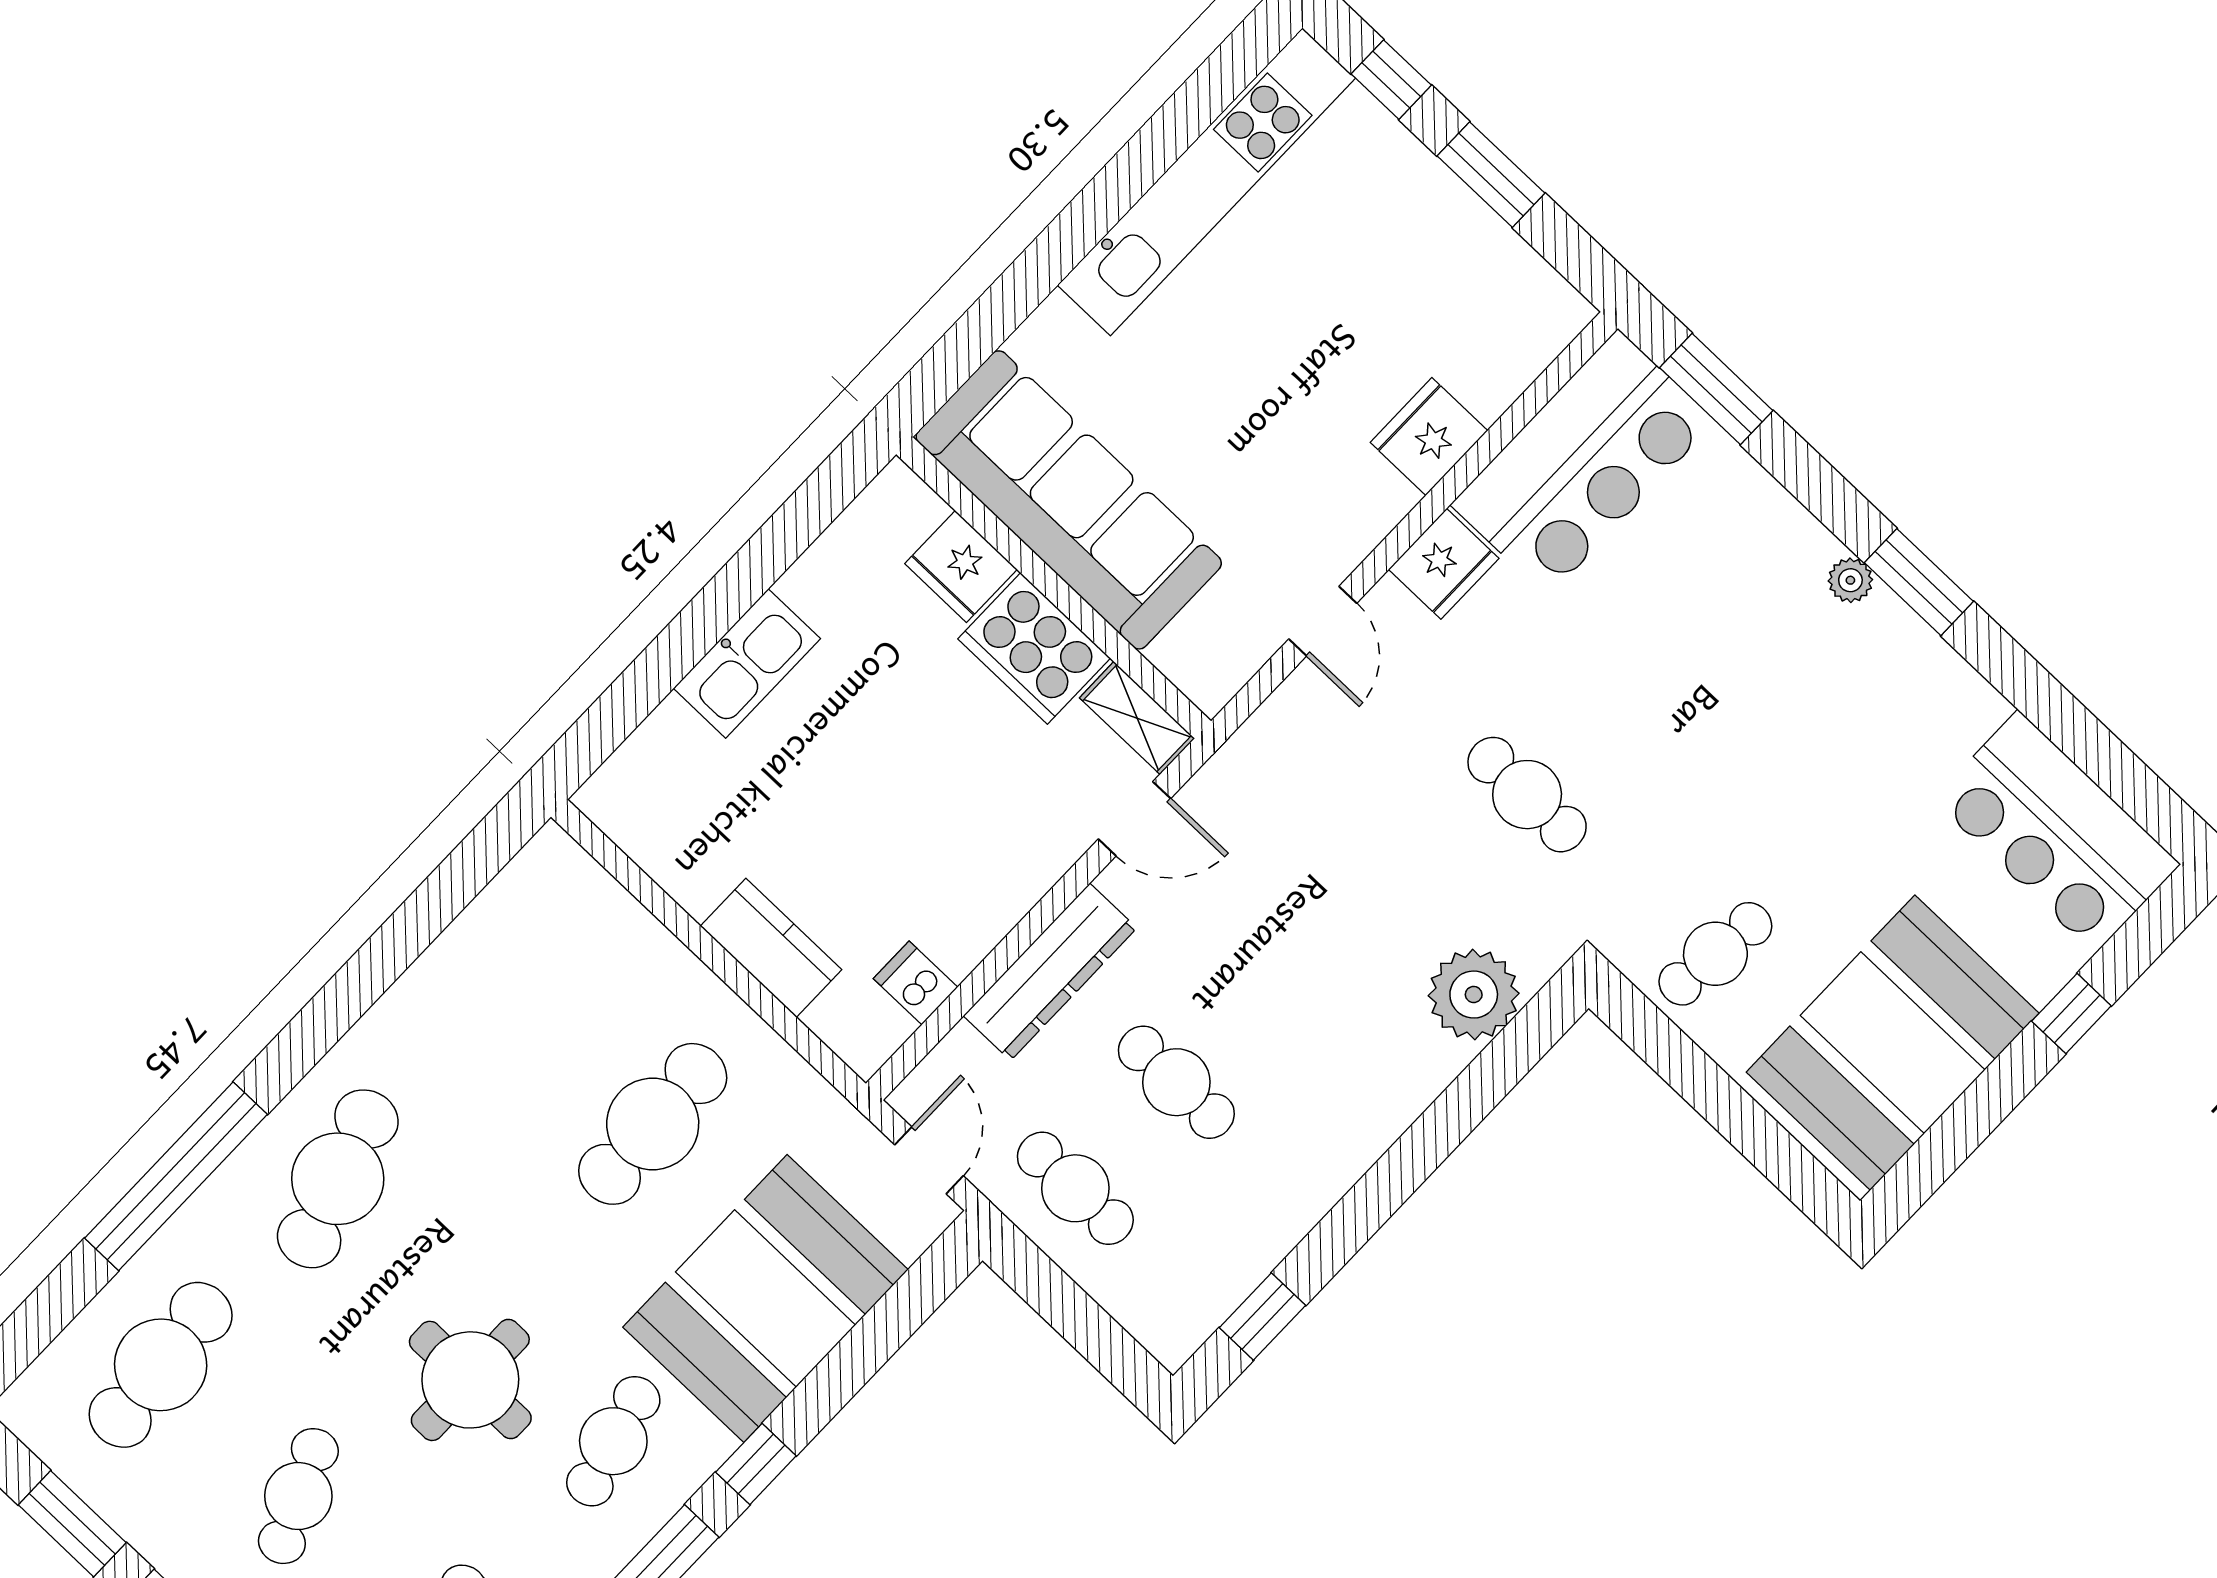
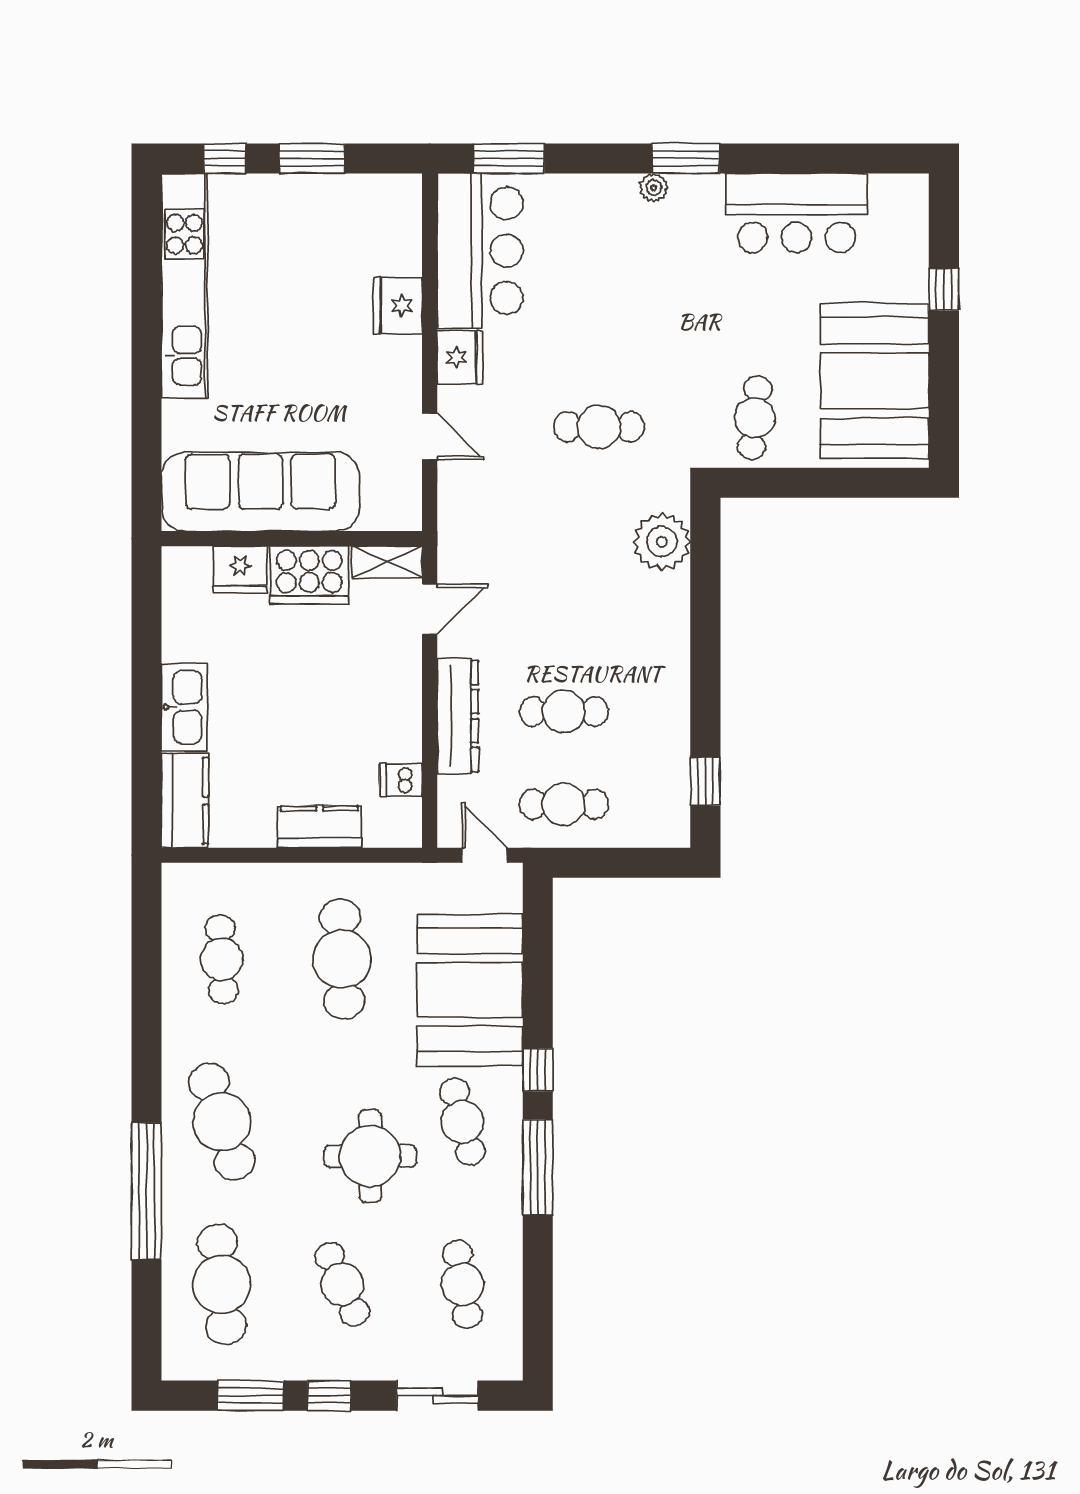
kitchen counter: (646, 771) -> (185, 801), added
bar counter: (2056, 832) -> (796, 213), moved
cafe table: (515, 993) -> (222, 959), added

